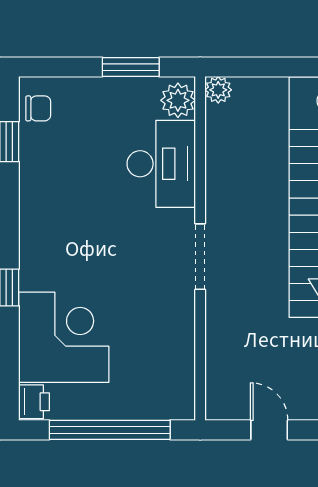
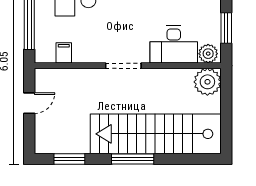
plant: (218, 90) -> (207, 82), width x1.87, depth x1.87
filing cabinet: (177, 366) -> (64, 53), added

